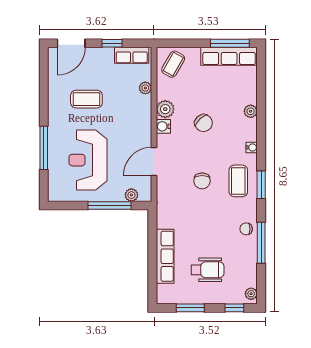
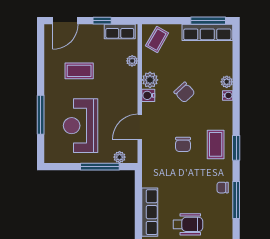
water cooler: (252, 147) -> (228, 95), moved

